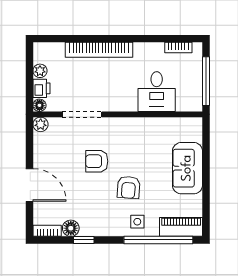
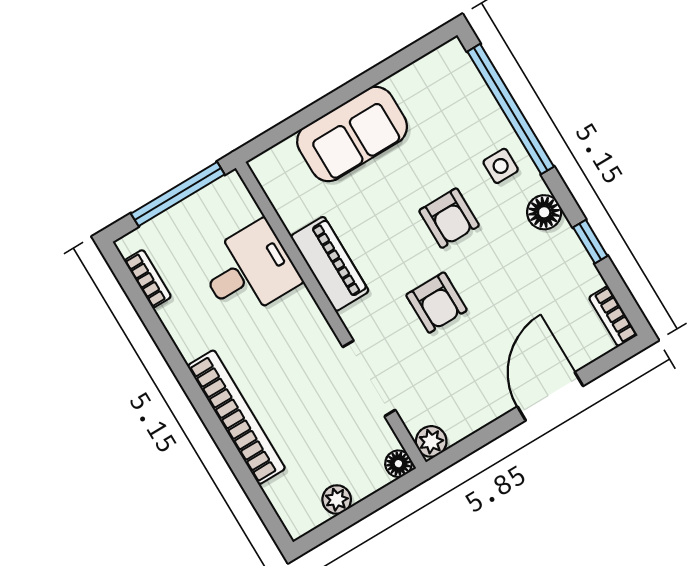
printer: (41, 88) -> (366, 478), removed
armchair: (129, 187) -> (449, 218), turned 86
piano: (181, 227) -> (330, 264), moved, turned 180
floor lamp: (71, 228) -> (544, 212), moved

